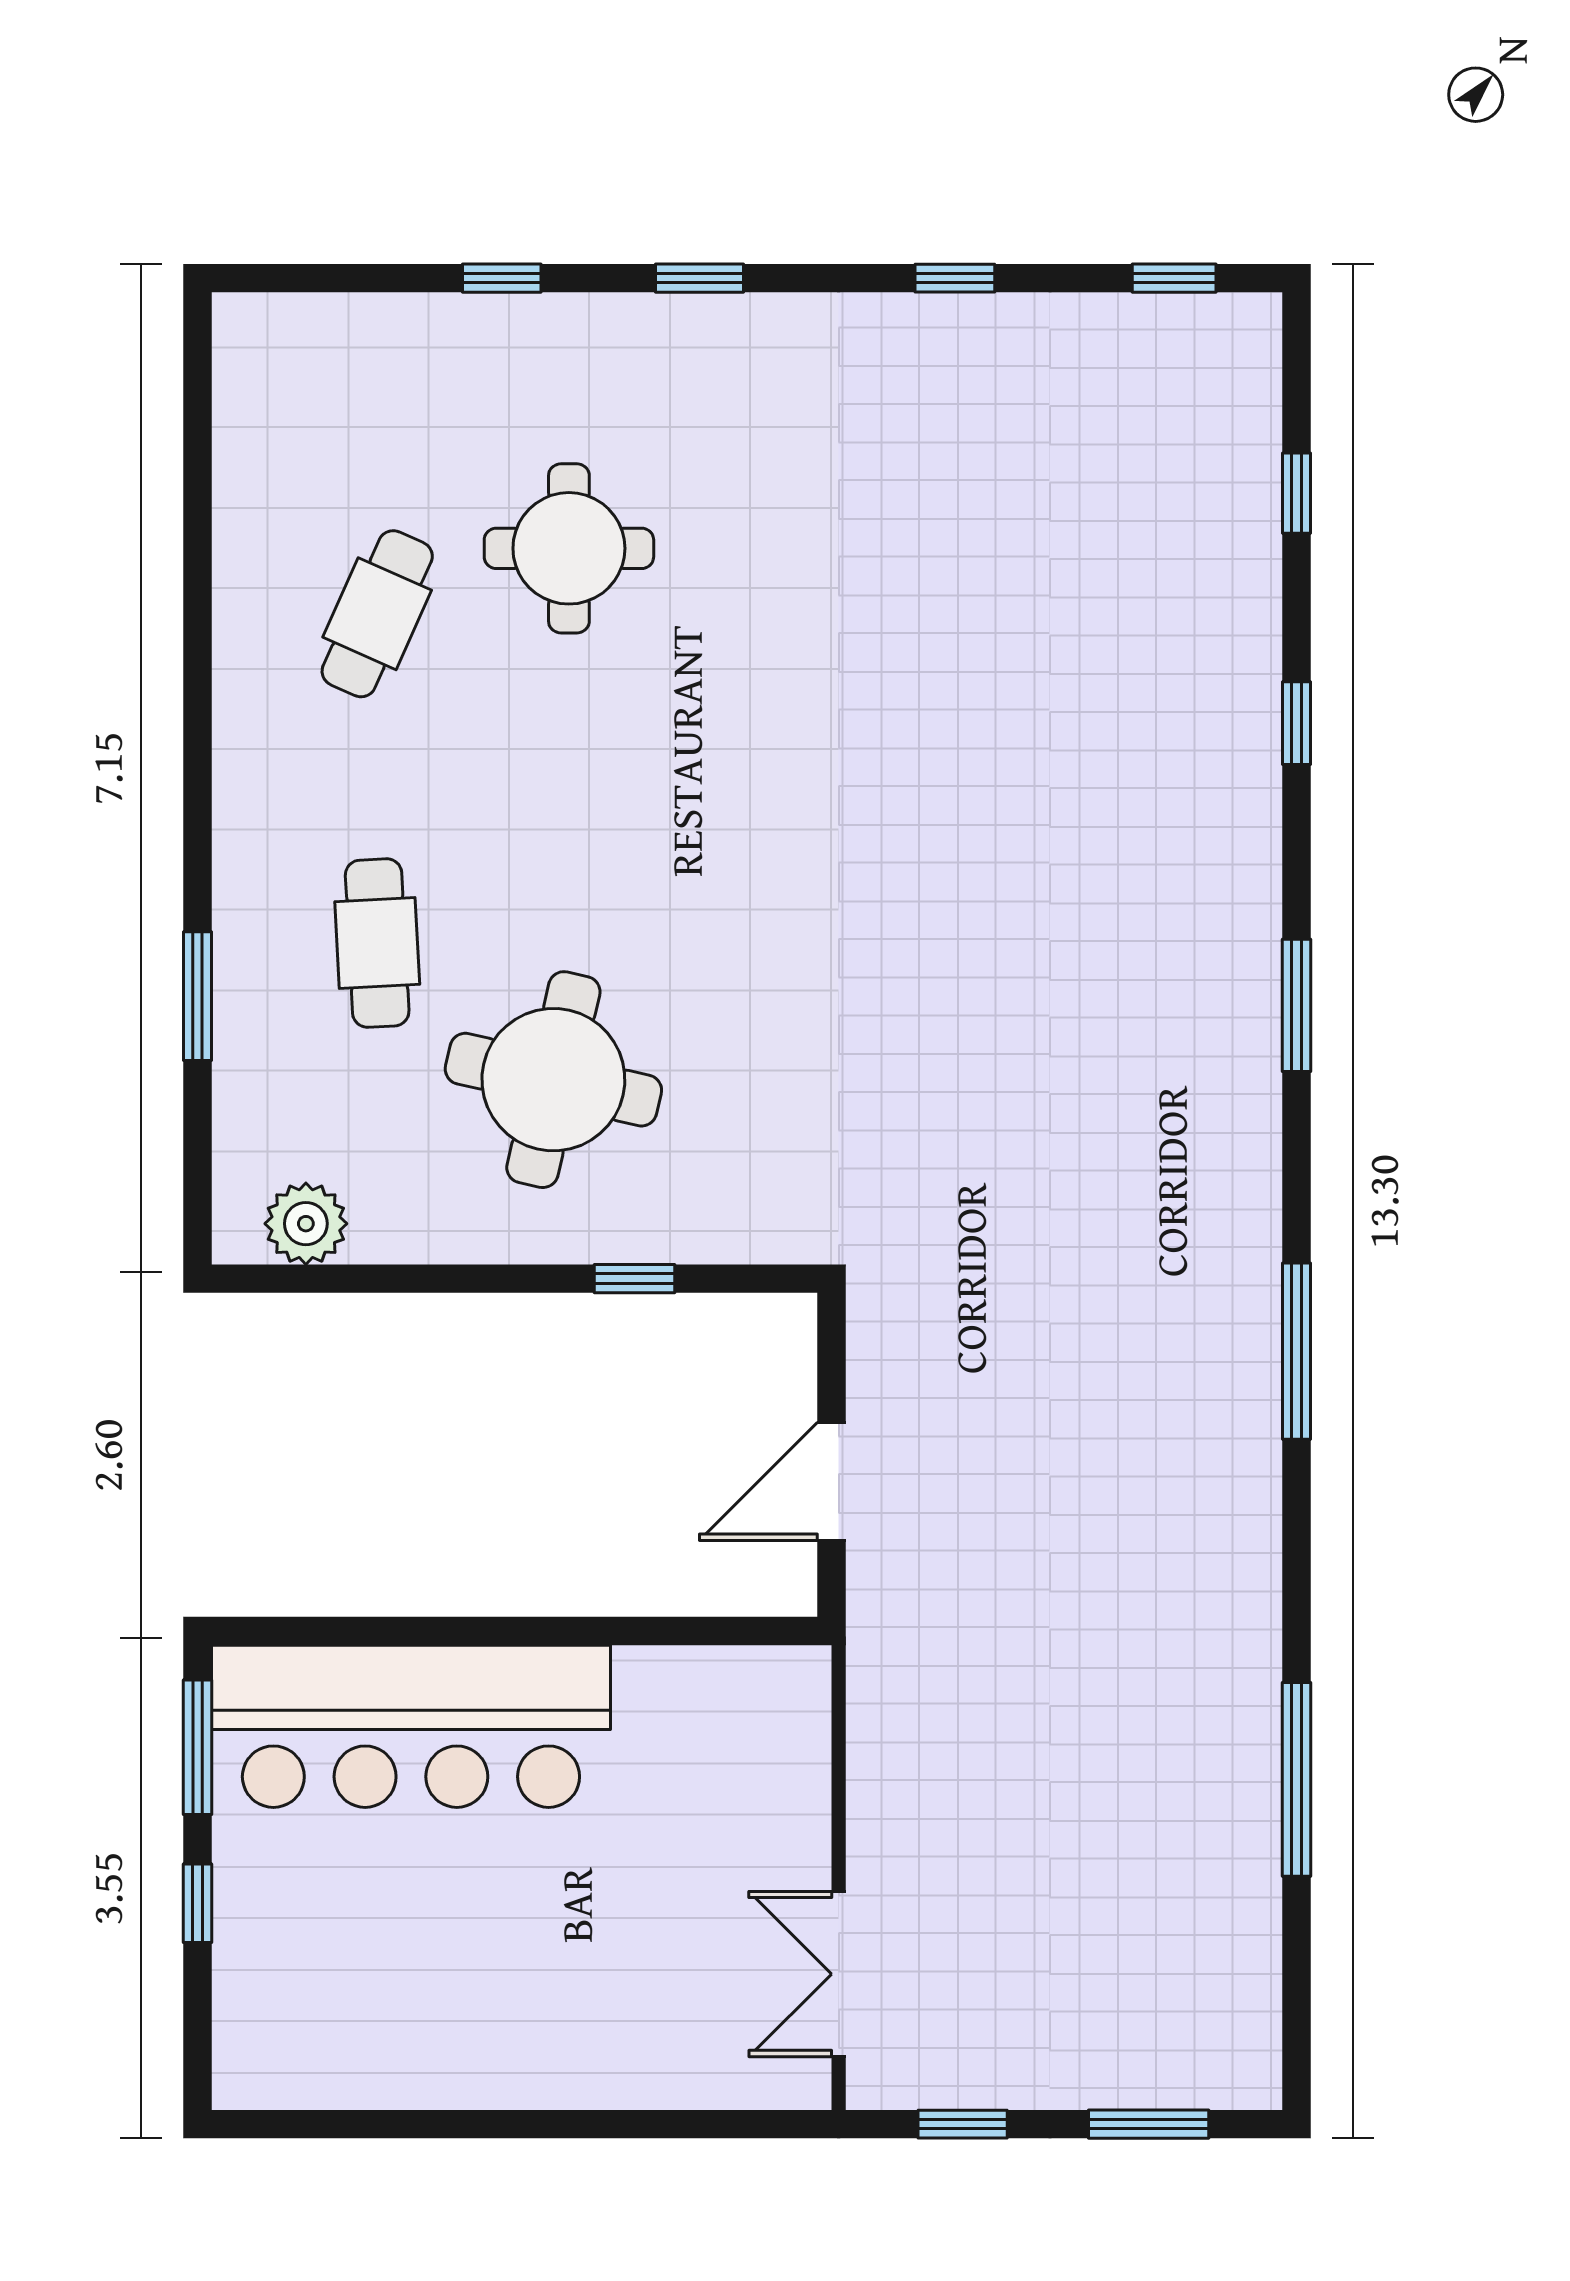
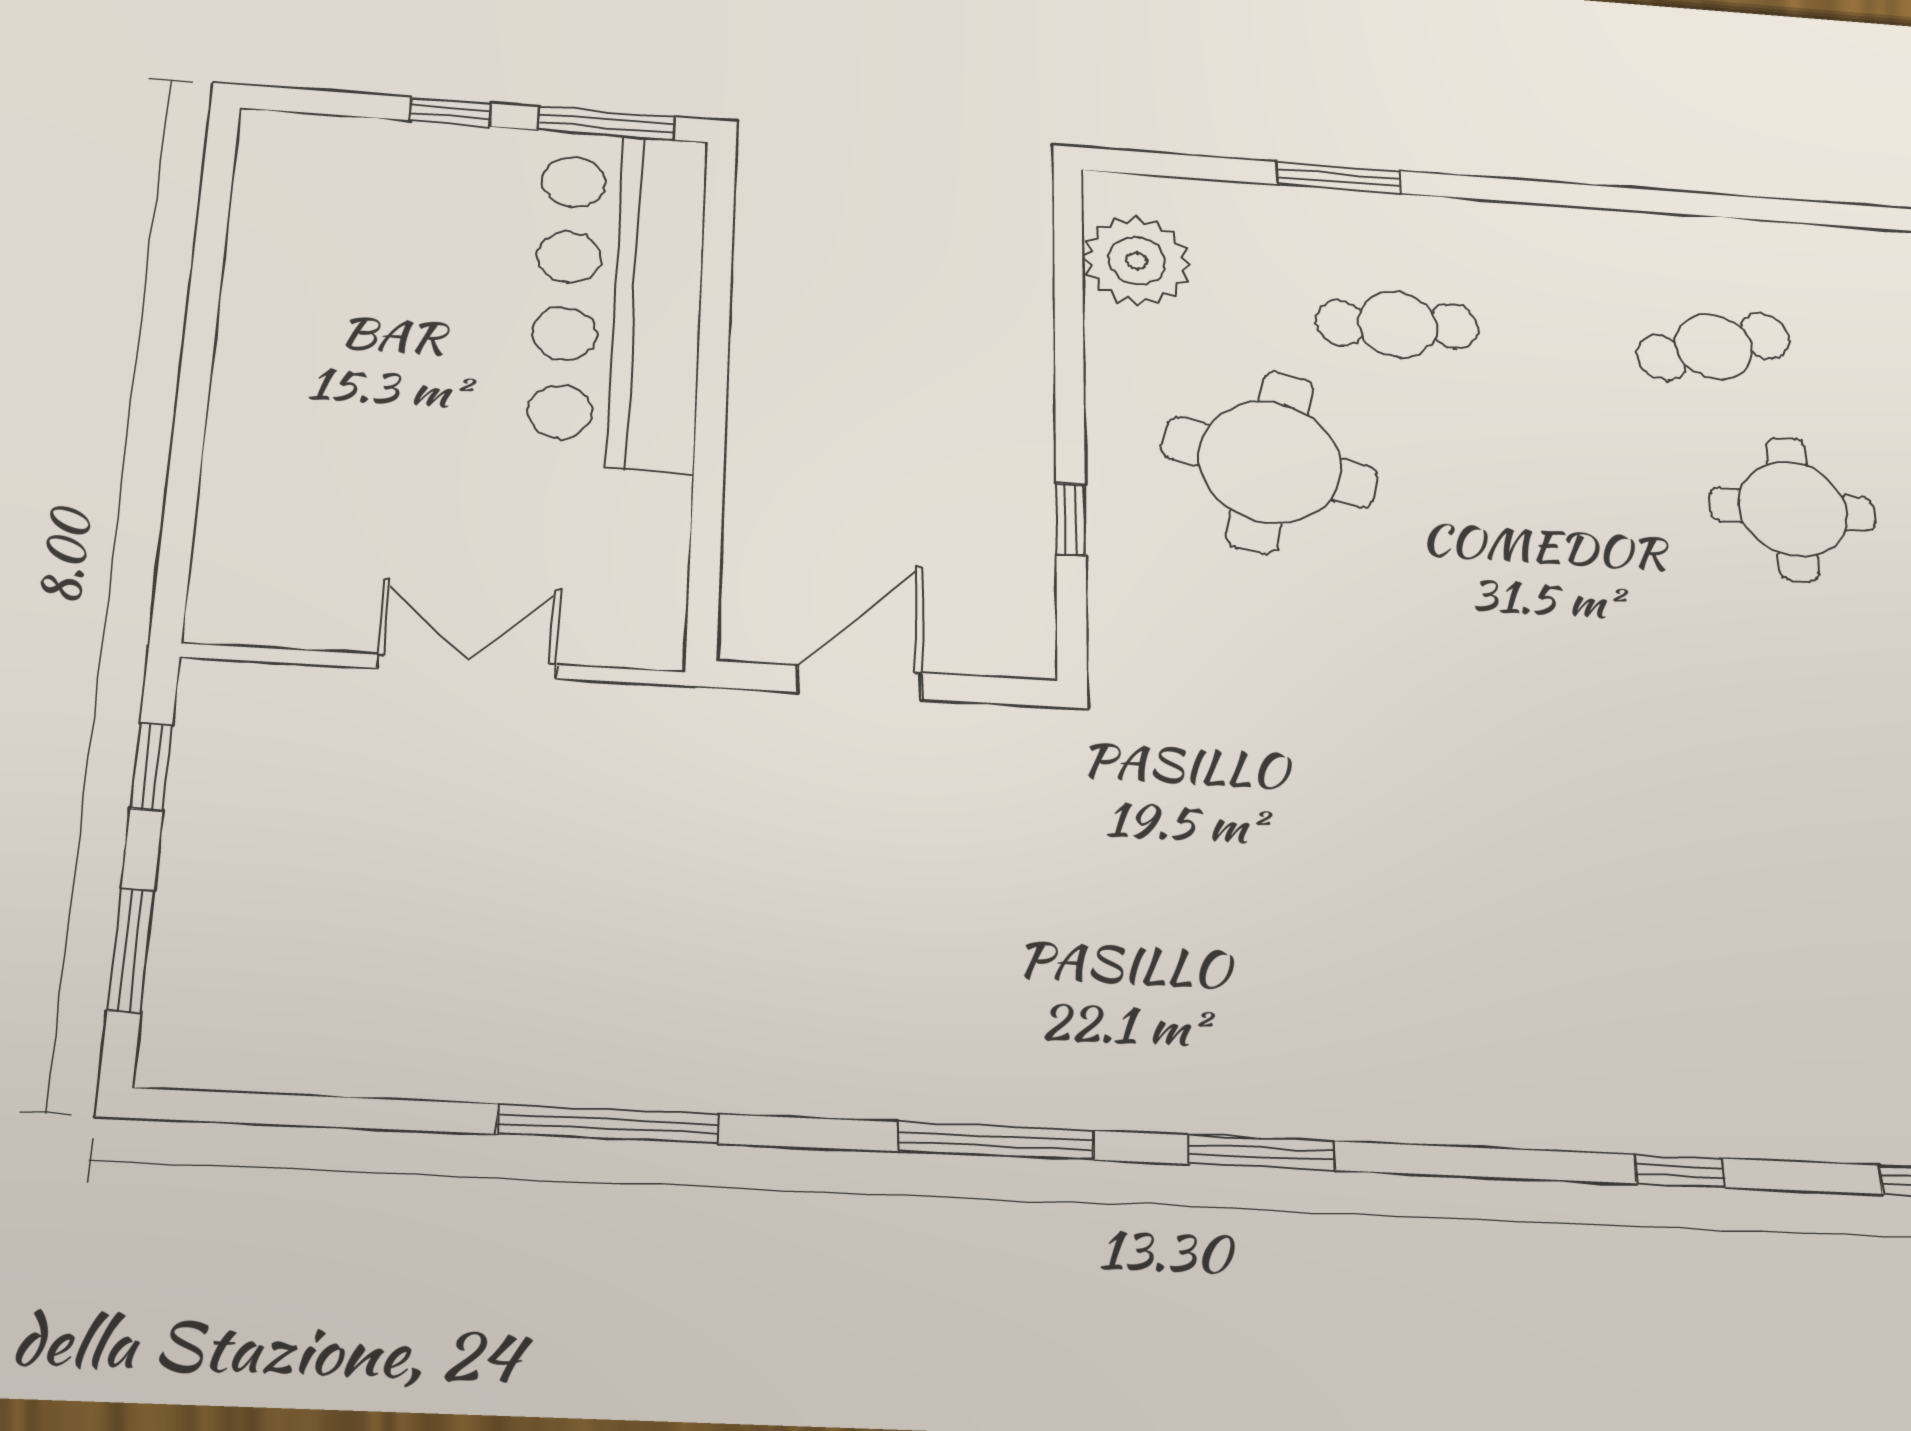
cafe table: (377, 614) -> (1714, 347), turned -42
window: (1297, 1005) -> (1261, 1153), moved
plant: (306, 1224) -> (1137, 261), width x1.36, depth x1.36
door: (832, 1481) -> (859, 682), hinge flipped
window: (1297, 1779) -> (608, 1124), moved
double door: (839, 1974) -> (467, 666), moved

